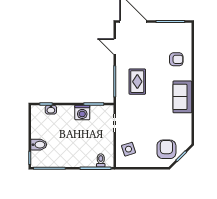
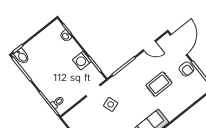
door: (115, 46) -> (149, 46), swing flipped
armchair: (176, 59) -> (186, 69), moved
rug: (137, 82) -> (159, 84), moved
bidet: (39, 145) -> (22, 56), moved
side table: (129, 149) -> (111, 104), moved

